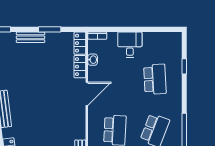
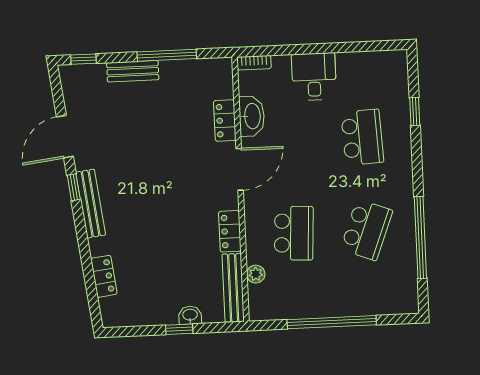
window: (50, 29) -> (167, 55), width x1.44
locker: (80, 43) -> (230, 231), moved
washbasin: (93, 60) -> (252, 116), width x1.91, depth x1.45

